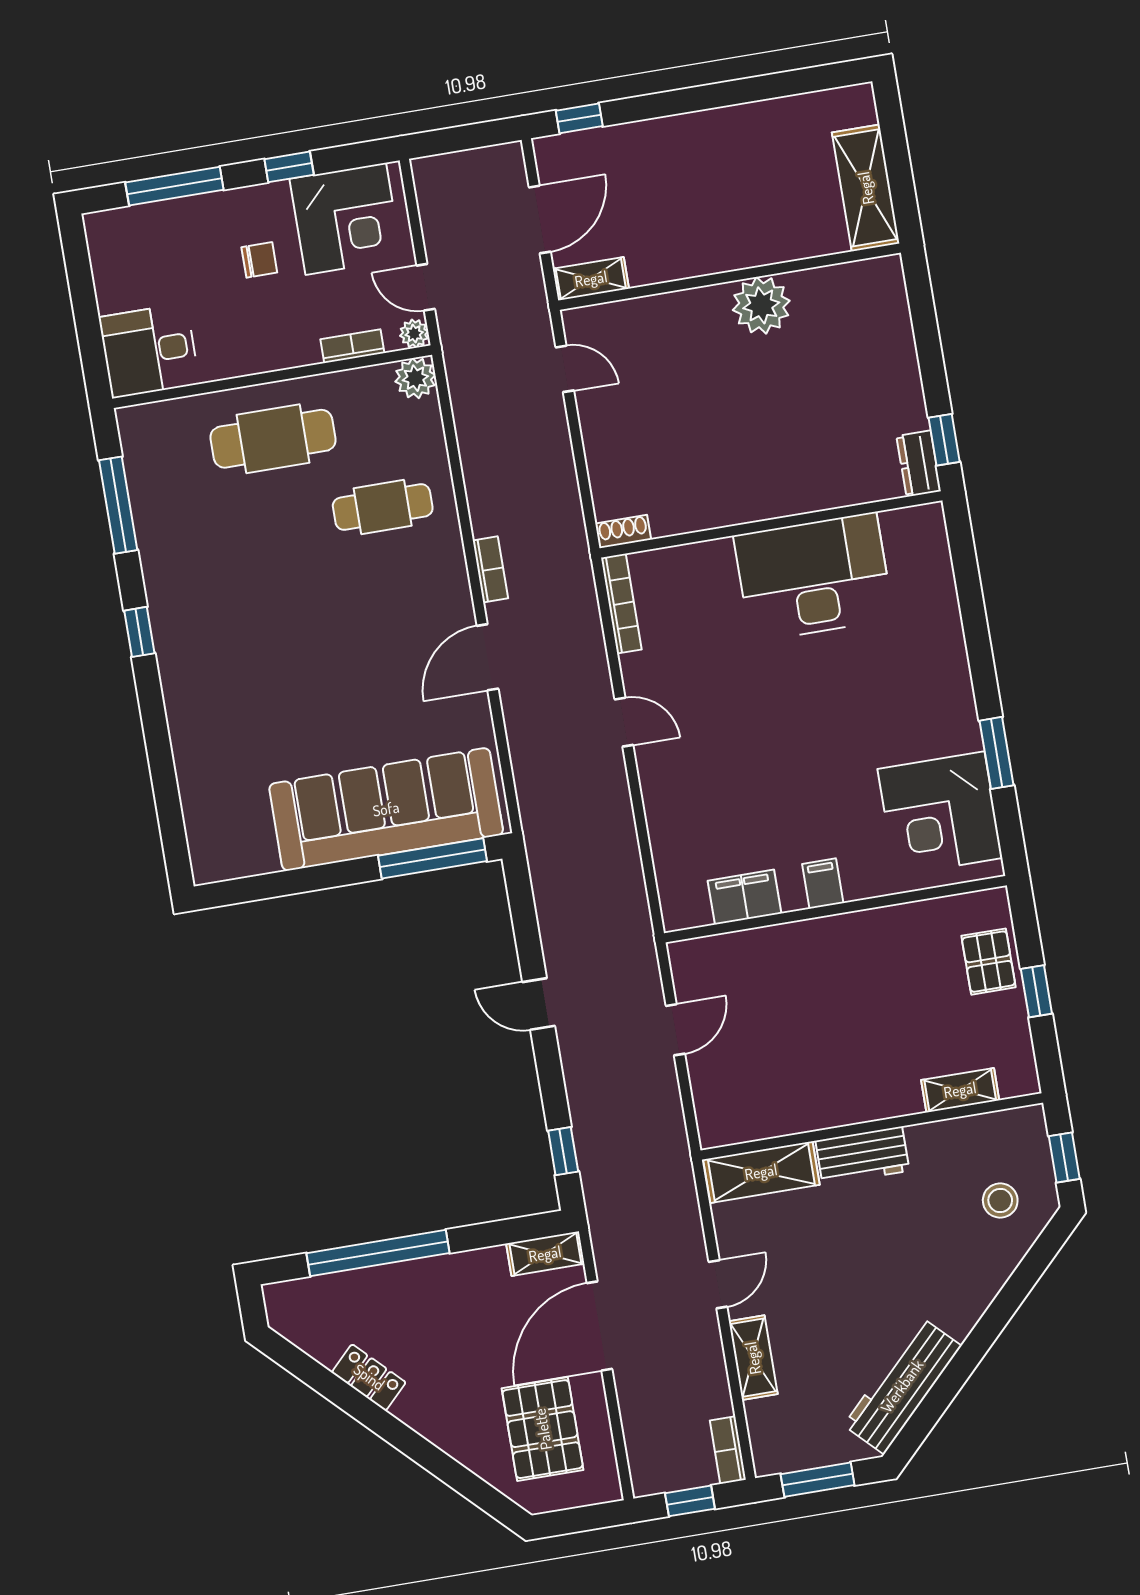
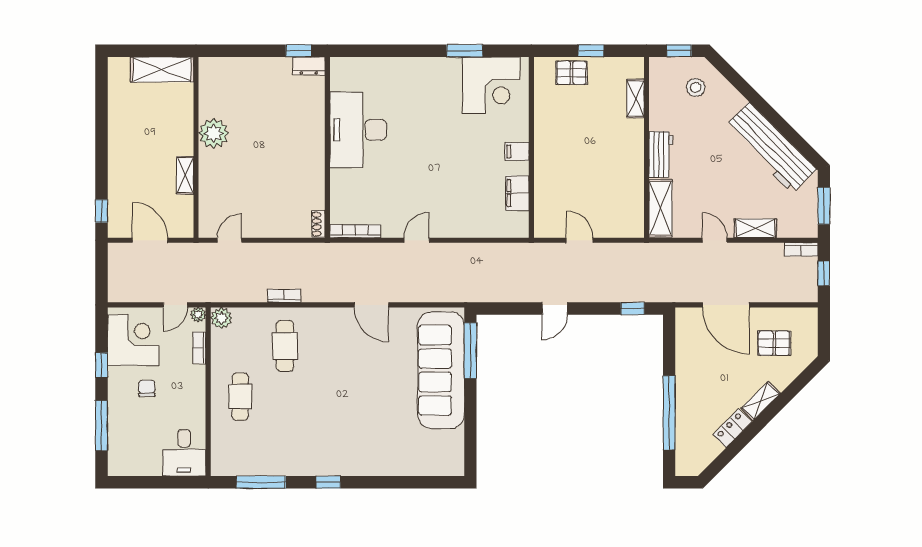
shelving: (591, 279) -> (185, 175), moved
cafe table: (273, 439) -> (240, 397), width x0.73, depth x0.74
bookcase: (490, 569) -> (284, 296), moved
shelving: (545, 1254) -> (761, 401), moved, turned 45
workbench: (902, 1386) -> (771, 148), width x1.36, depth x1.32
pallet: (543, 1429) -> (774, 343), width x0.67, depth x0.71

